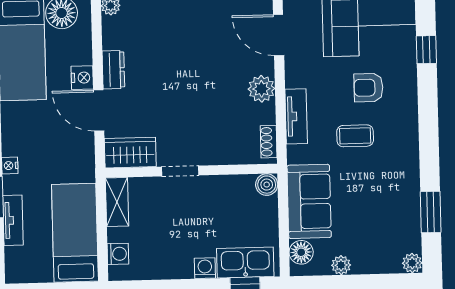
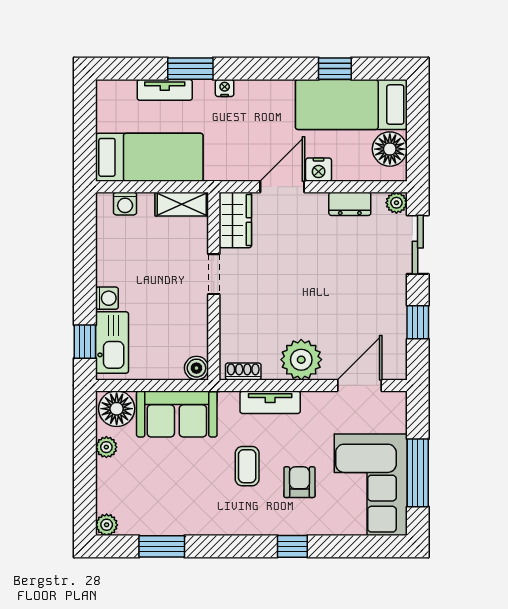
window: (426, 50) -> (292, 546), moved
dresser: (113, 70) -> (350, 204), moved
plant: (261, 89) -> (301, 360), width x1.36, depth x1.36
floor lamp: (301, 252) -> (117, 409), width x1.38, depth x1.38

